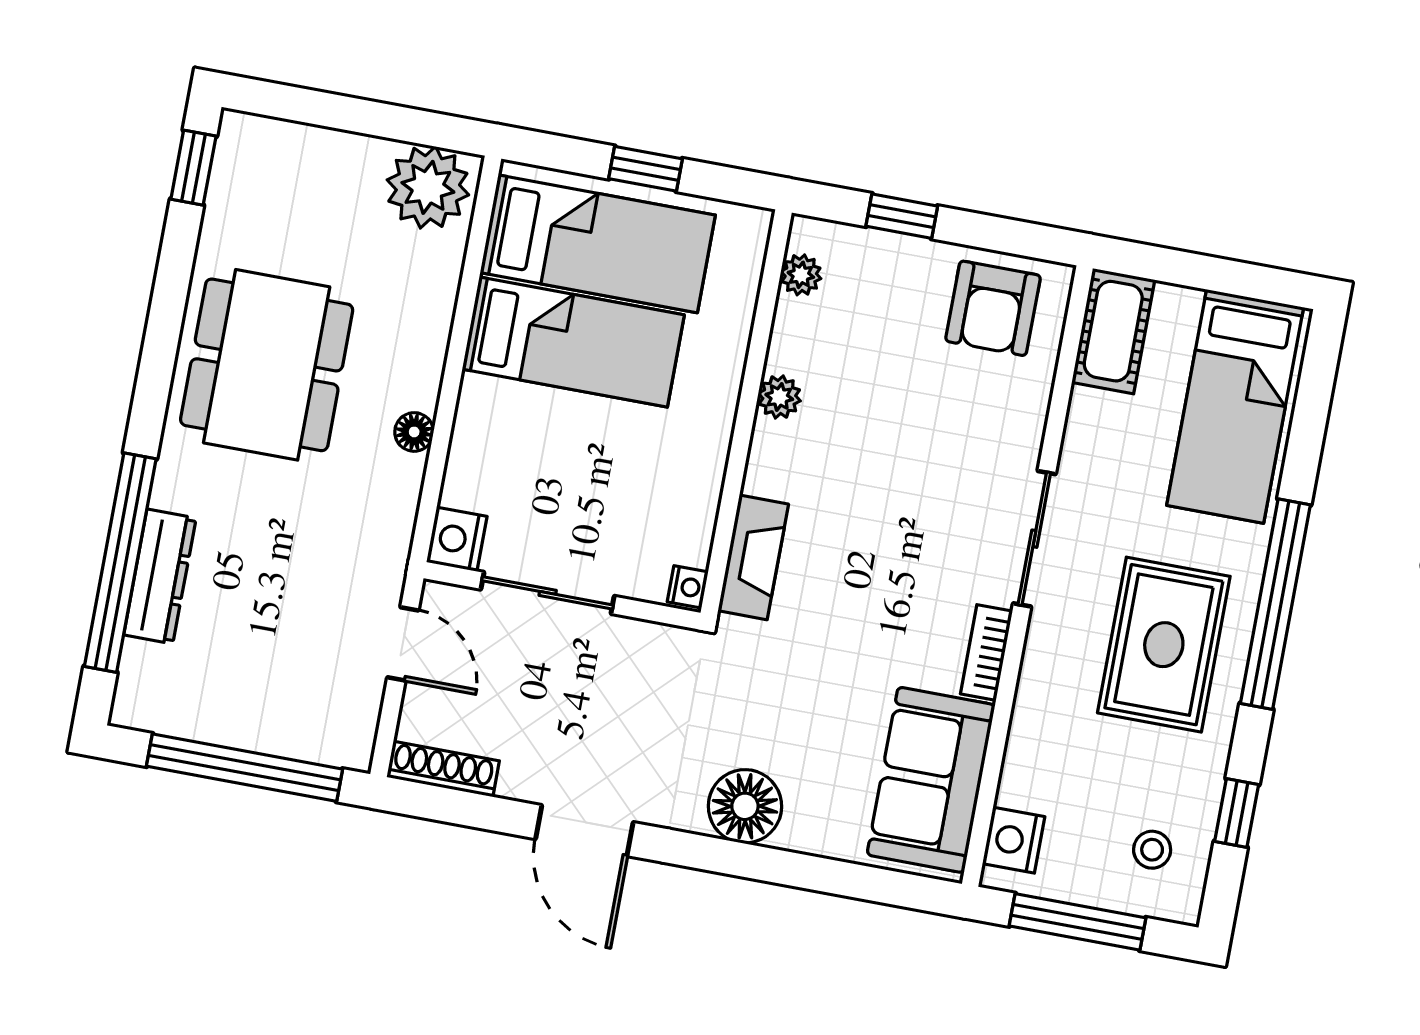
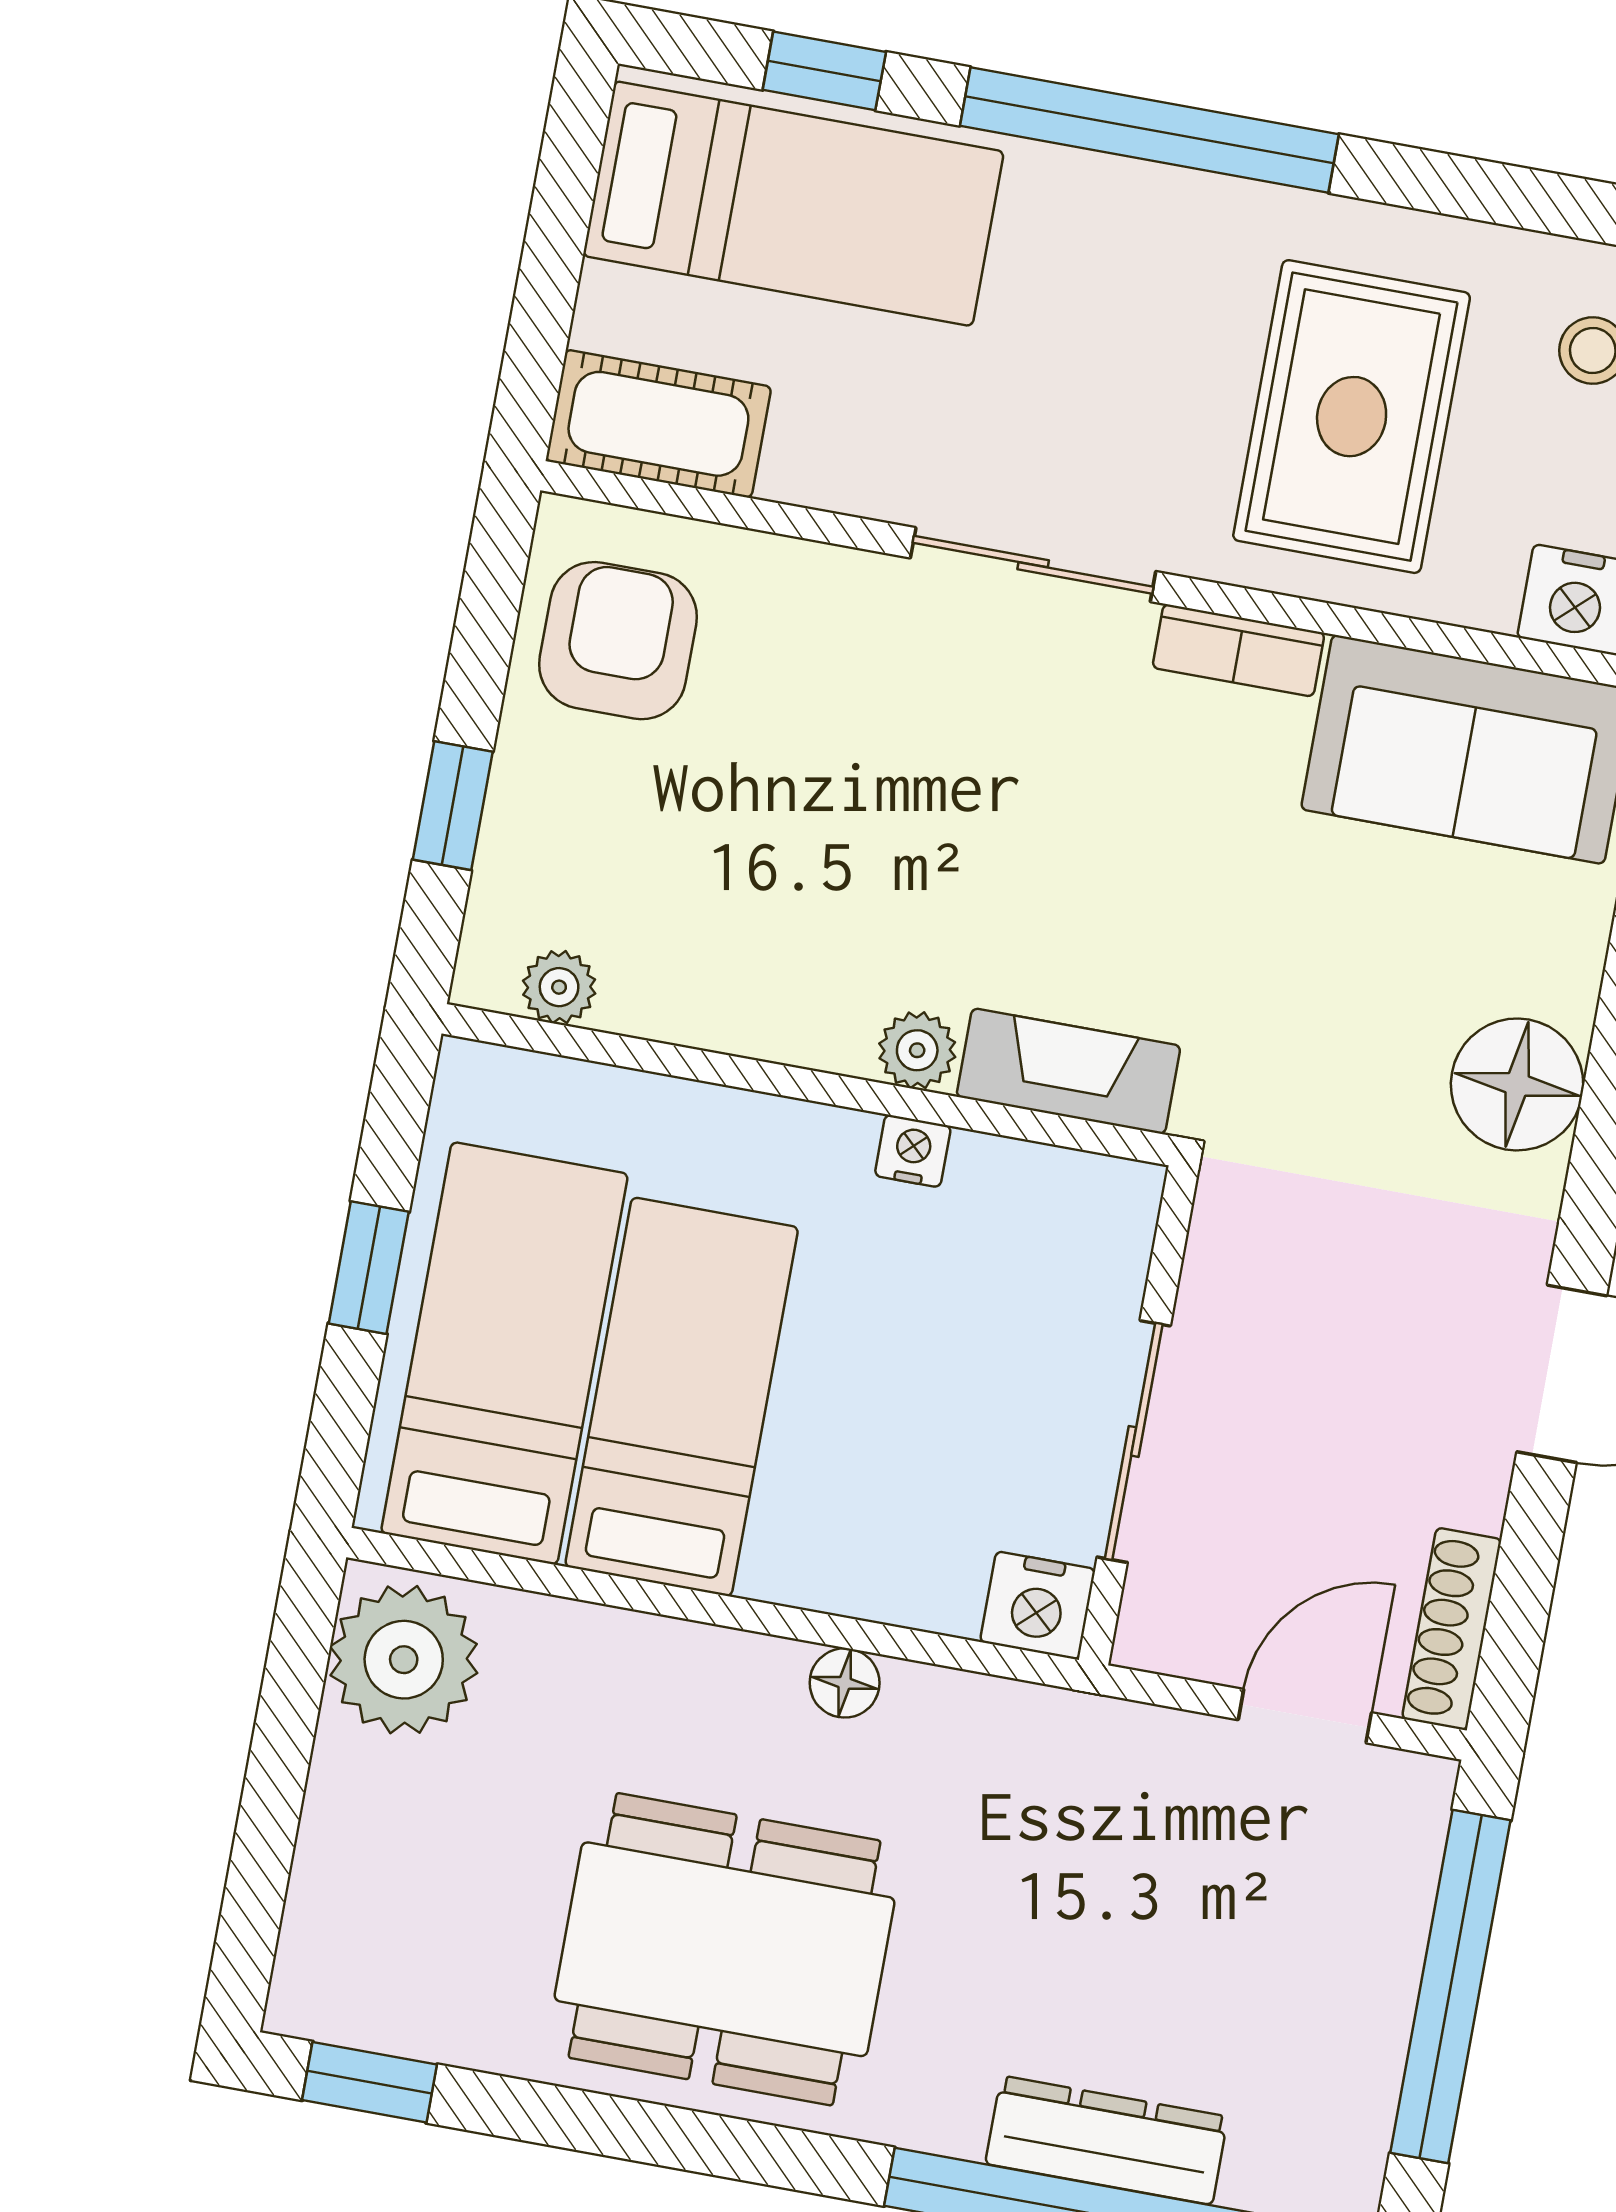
armchair: (993, 308) -> (618, 641), turned -90
plant: (779, 397) -> (917, 1050), moved
nightstand: (688, 587) -> (913, 1151), moved
door: (403, 644) -> (1305, 1716), moved
rug: (1164, 645) -> (1352, 417), moved, turned 90
window: (1237, 813) -> (824, 71), moved

